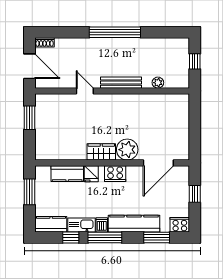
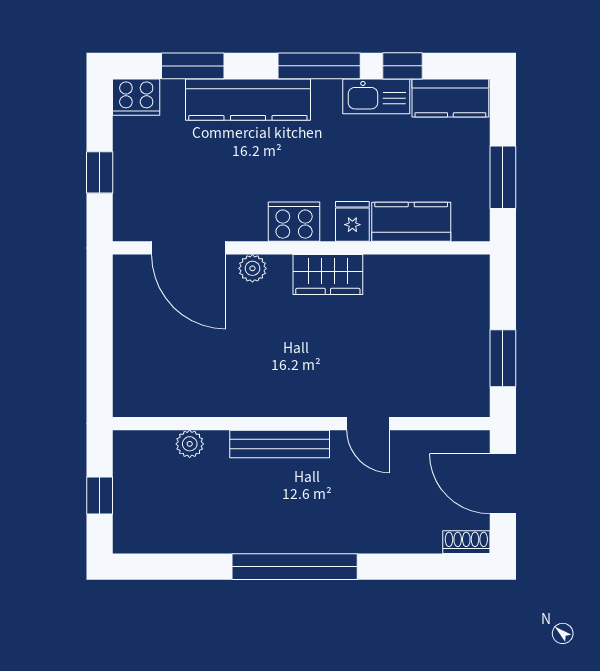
plant: (127, 150) -> (252, 268), width x0.53, depth x0.53
door: (158, 163) -> (189, 248), swing flipped
dishwasher: (102, 225) -> (327, 97), removed

